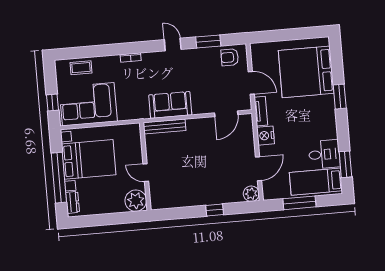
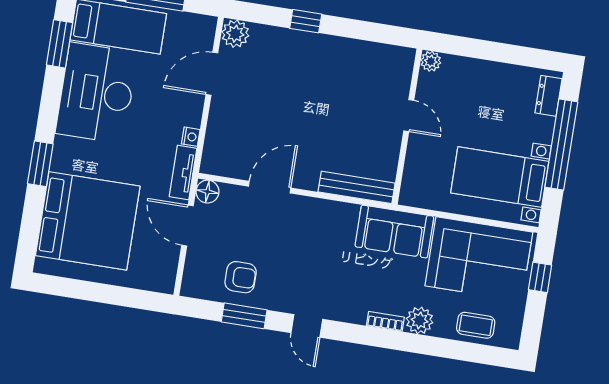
armchair: (230, 57) -> (241, 277), moved
plant: (112, 63) -> (420, 320), added
floor lamp: (245, 104) -> (207, 192), added
sofa: (170, 105) -> (394, 231), moved
door: (226, 114) -> (270, 187), moved
nightstand: (266, 136) -> (191, 137), width x0.53, depth x0.56
desk: (324, 154) -> (97, 93), width x1.87, depth x1.30
bed with nightstands: (89, 159) -> (500, 177), width x0.73
plant: (136, 201) -> (431, 61), width x0.53, depth x0.53

